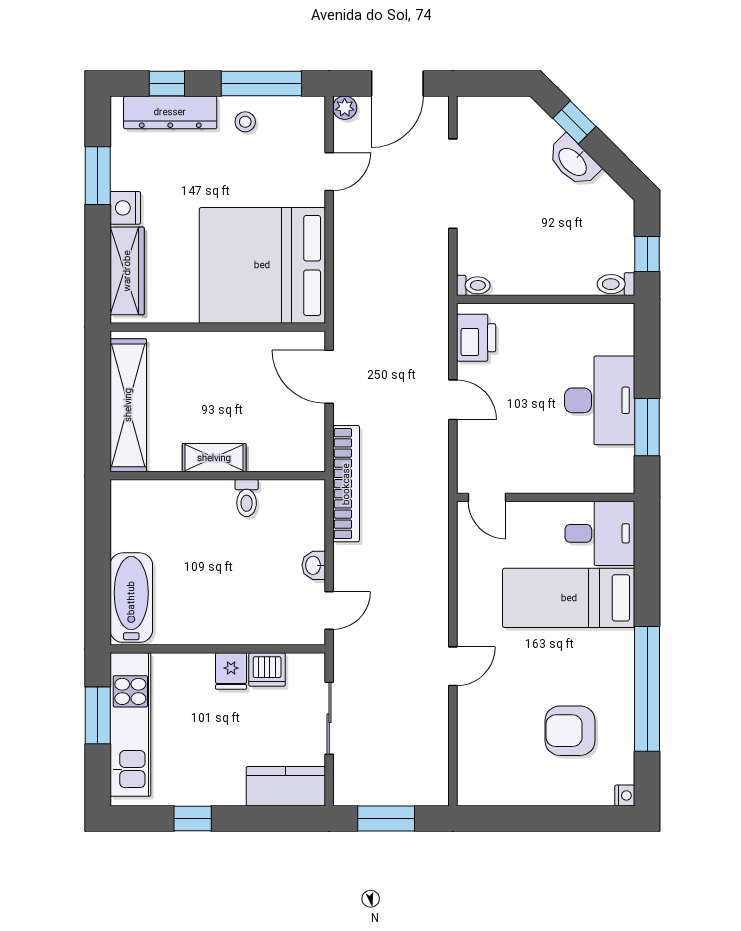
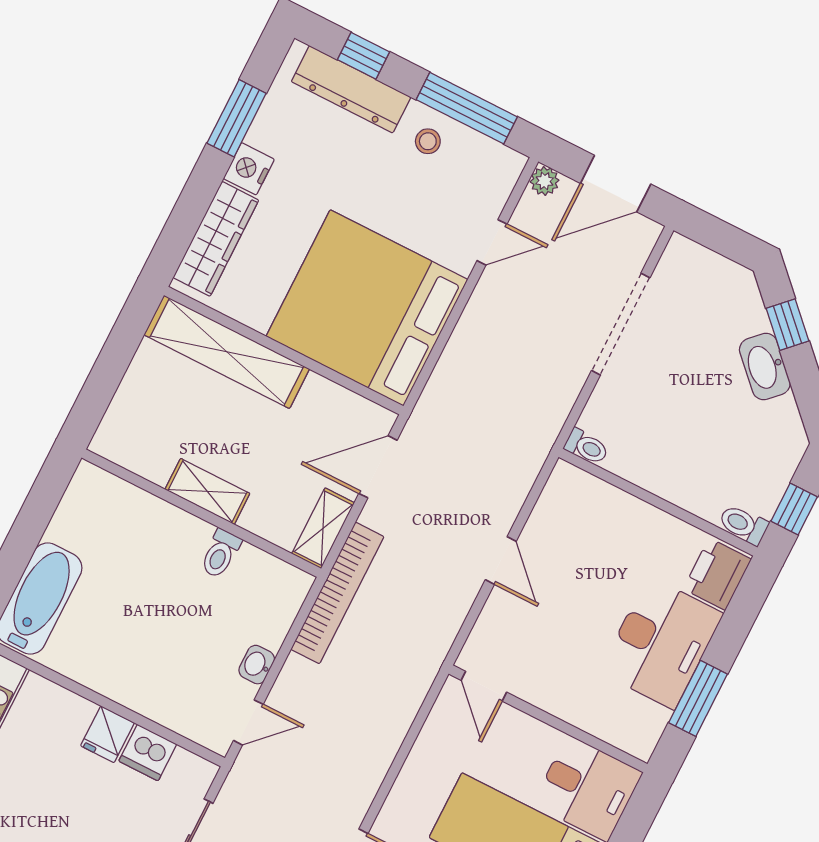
printer: (476, 338) -> (717, 574), moved, turned 180
door: (329, 377) -> (378, 467), hinge flipped
shelving: (128, 405) -> (227, 352), moved, turned 90
shelving: (312, 442) -> (323, 528), added

